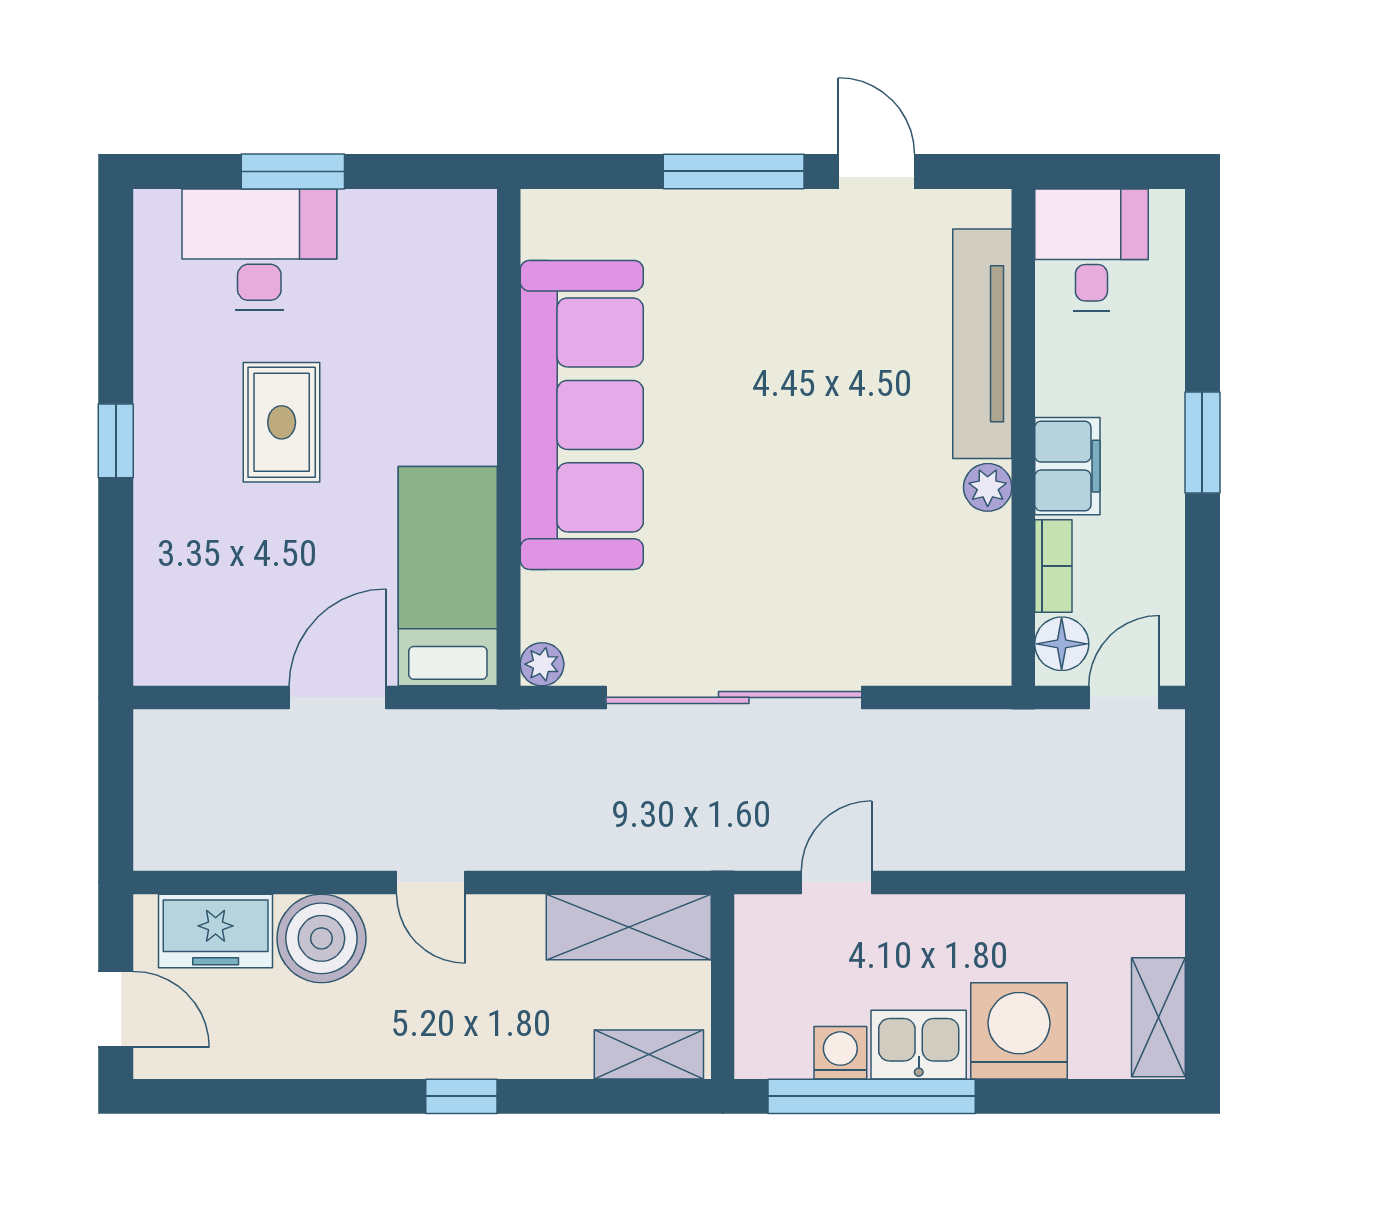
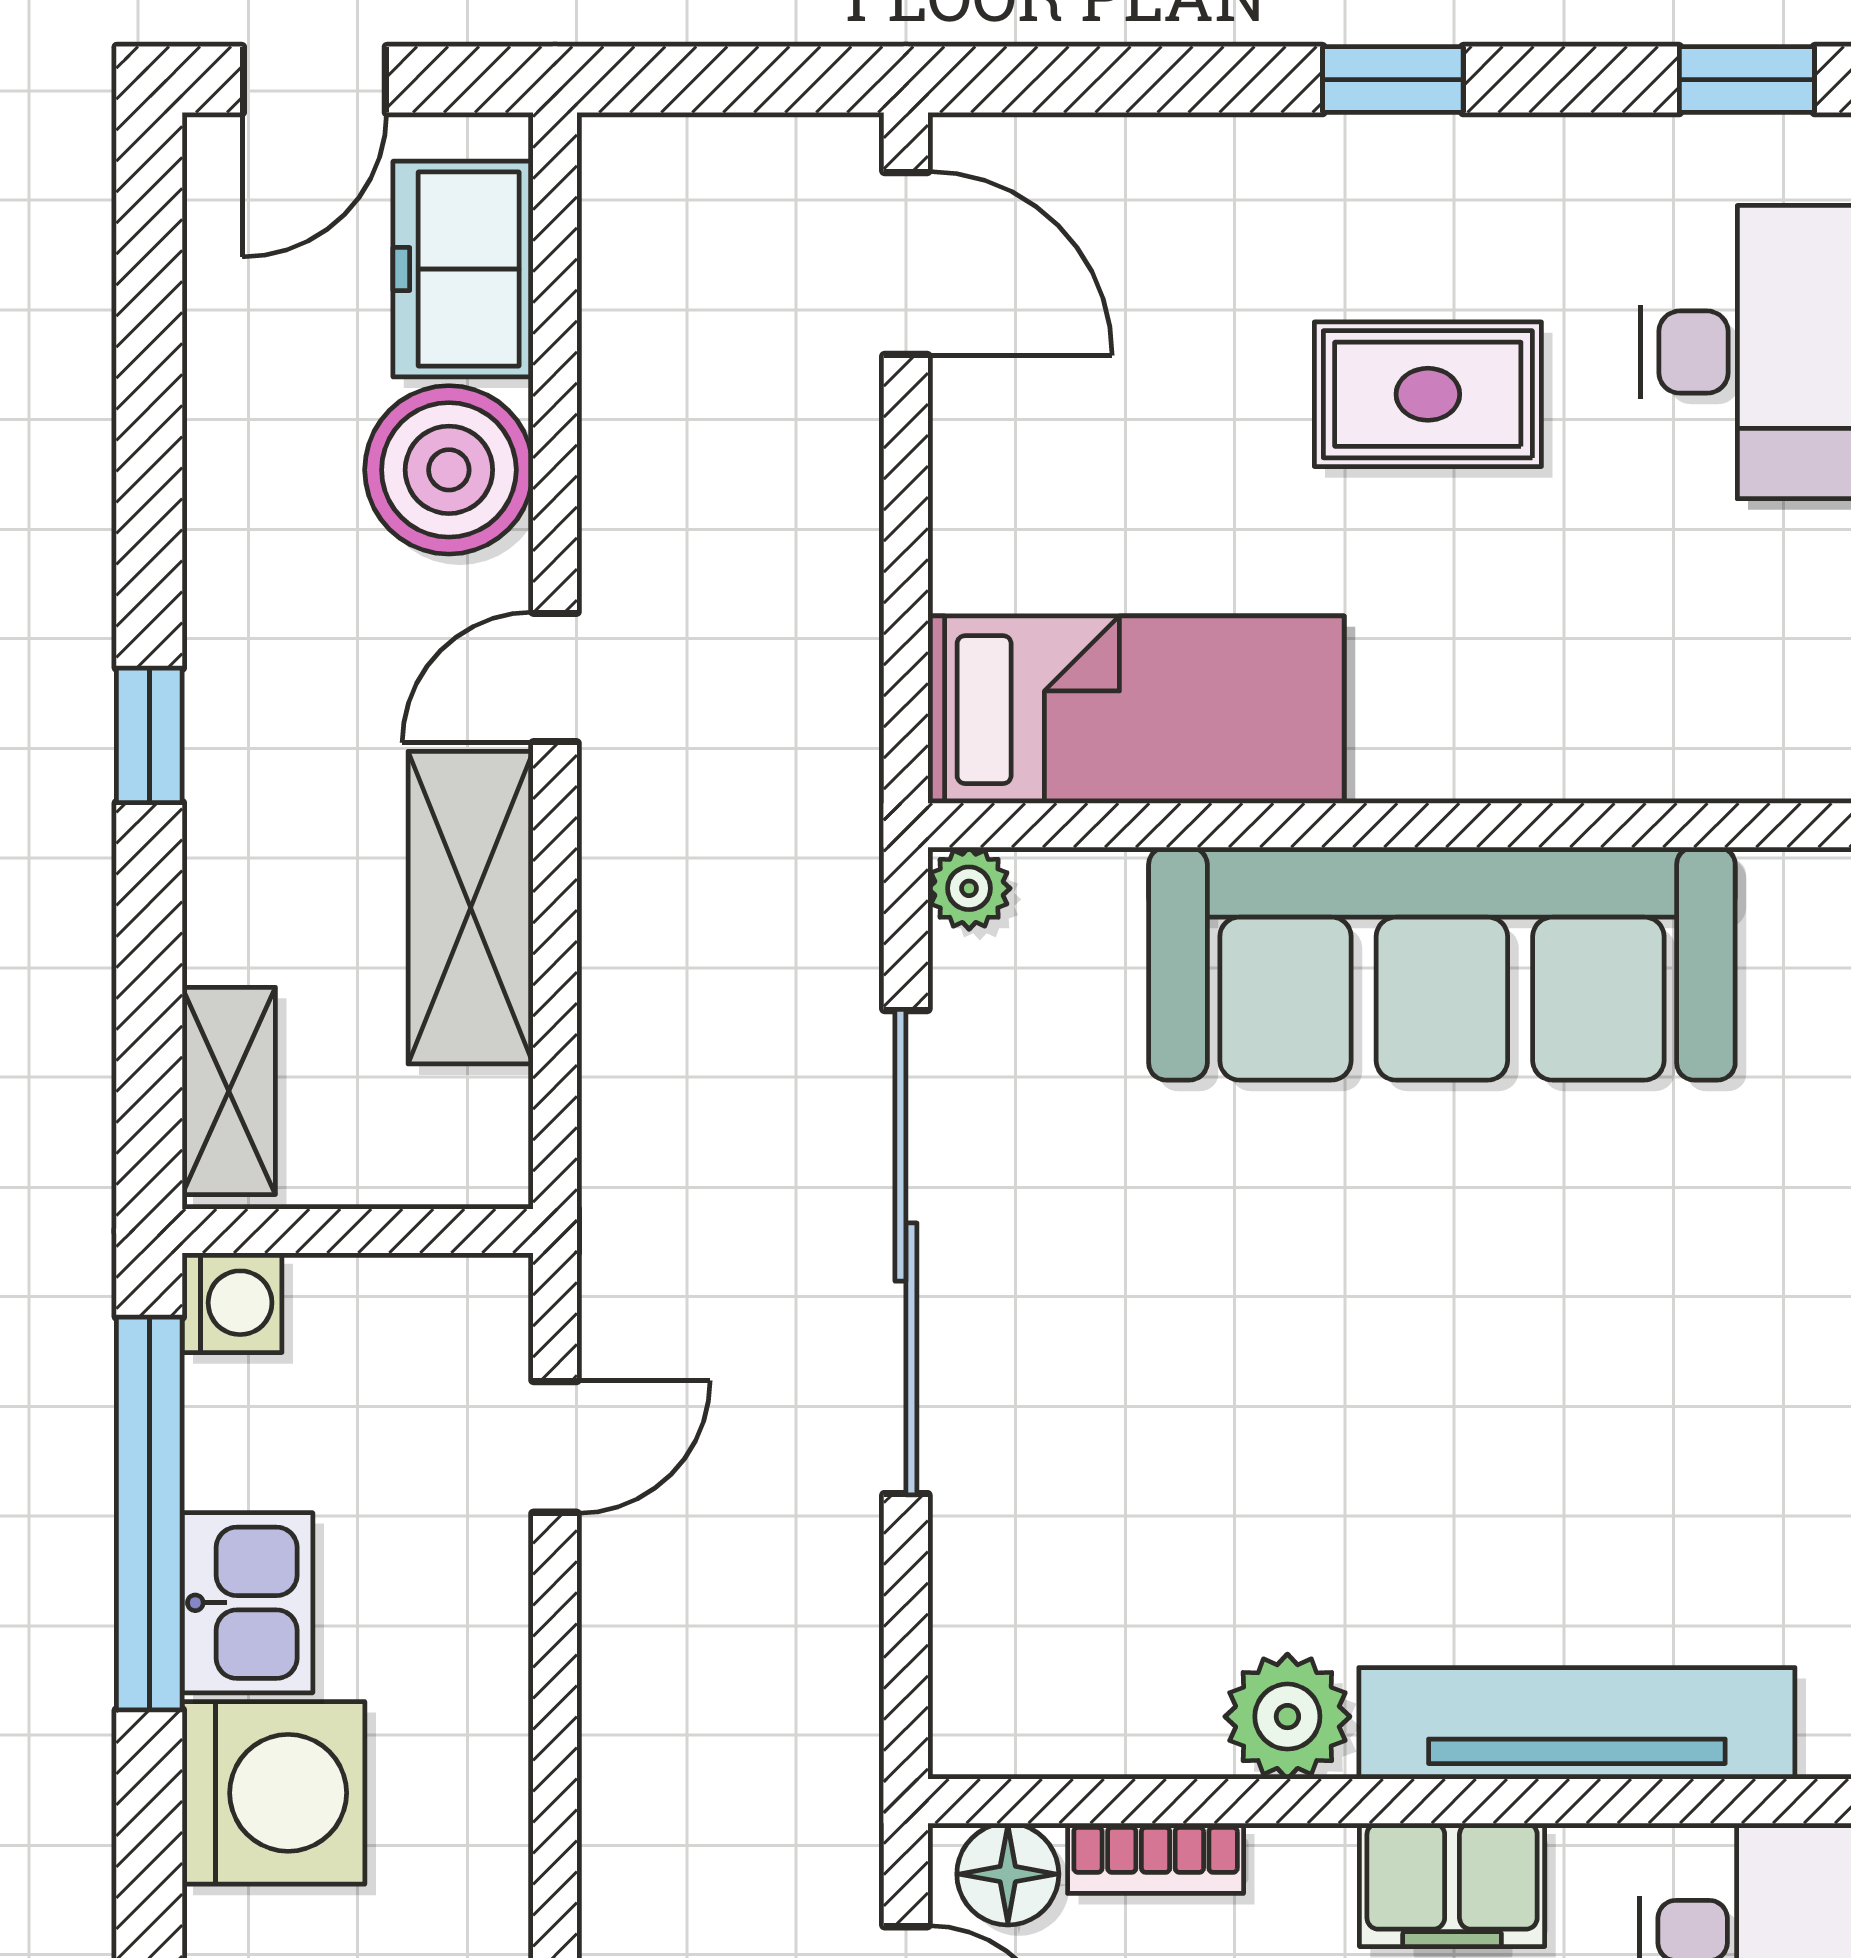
window: (116, 254) -> (1747, 80), added
filing cabinet: (1067, 466) -> (1452, 1885), moved
plant: (988, 487) -> (1287, 1717), width x1.38, depth x1.38
door: (338, 697) -> (906, 264), moved
door: (837, 882) -> (555, 1447), hinge flipped
shelving: (629, 927) -> (471, 908), moved
washing machine: (840, 1053) -> (232, 1303), moved

